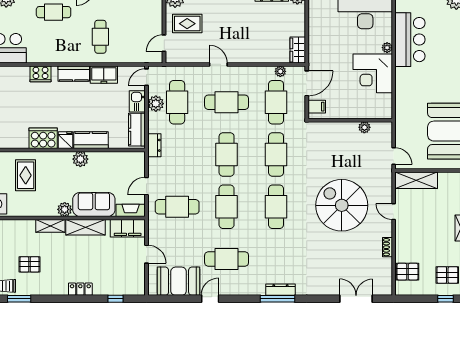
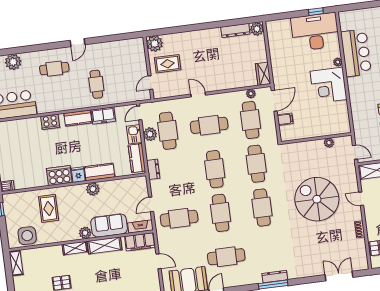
wall: (350, 120) -> (316, 138), moved
plant: (364, 127) -> (329, 143), moved

